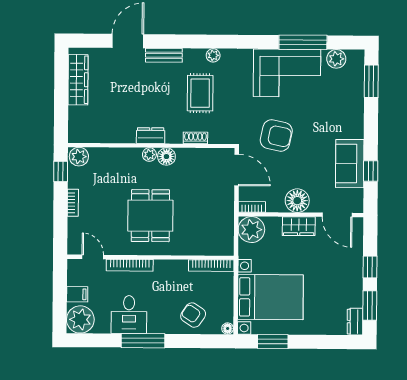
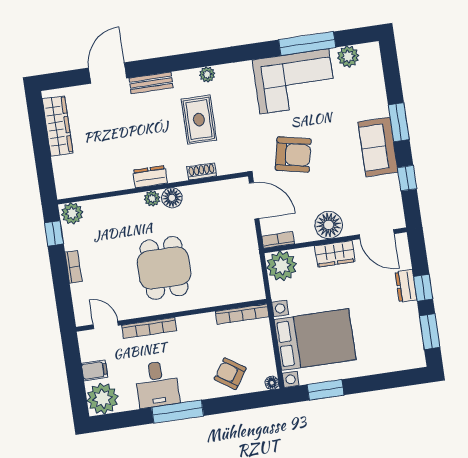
window: (371, 81) -> (399, 122), moved
sofa: (350, 164) -> (378, 147), moved
dresser: (355, 322) -> (406, 286), moved

